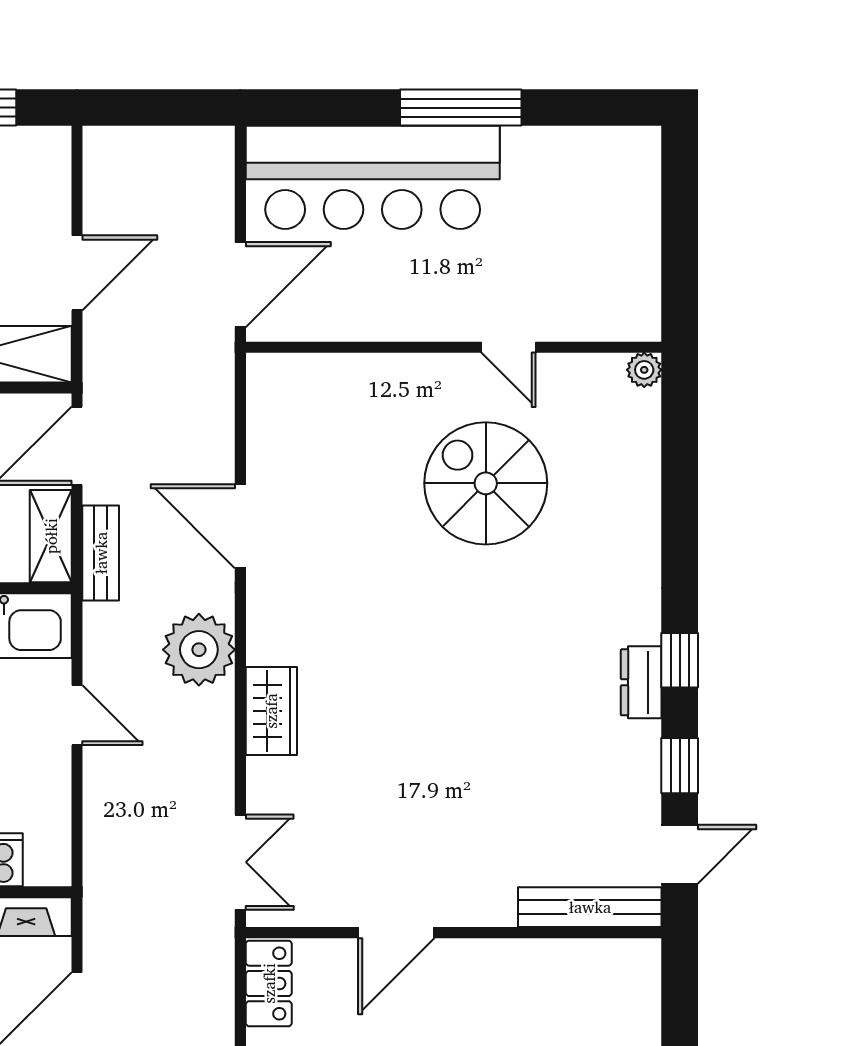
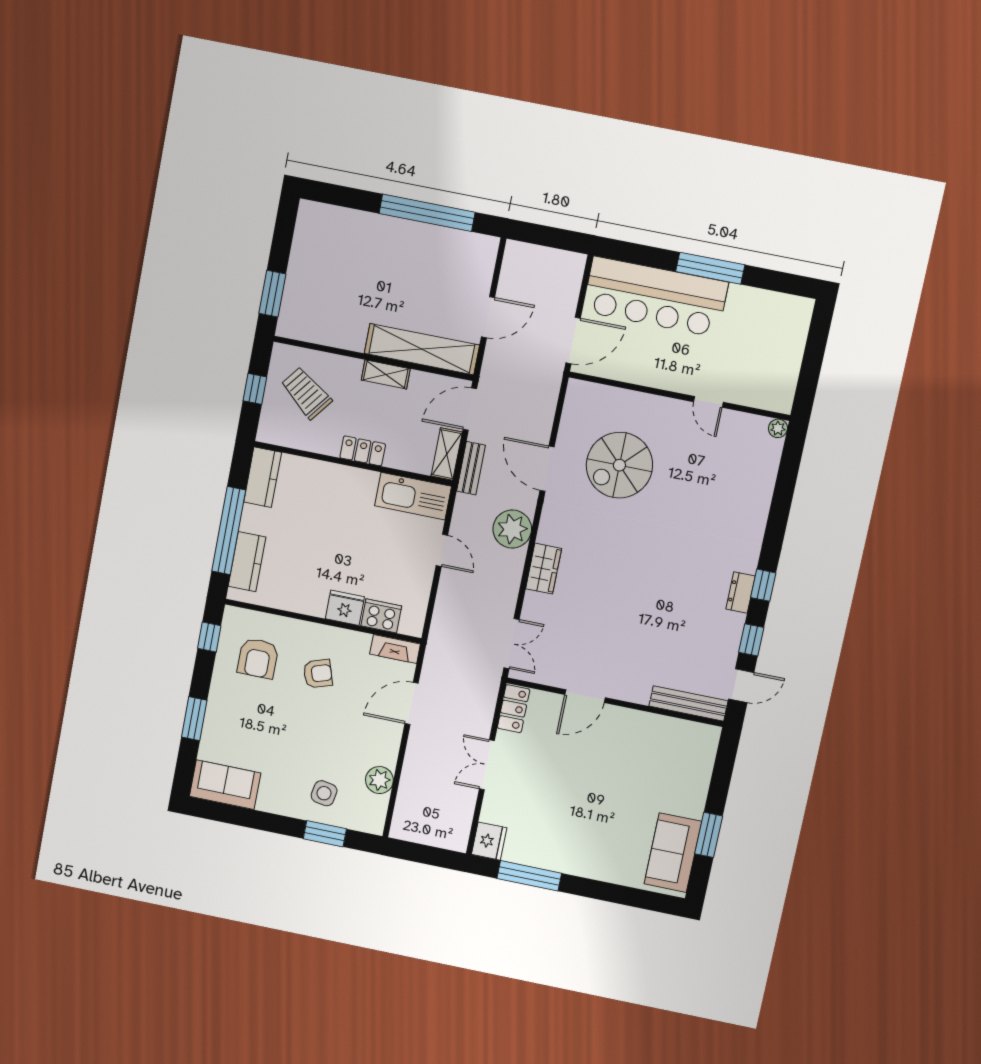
spiral stairs: (486, 483) -> (619, 465), moved, turned -90

